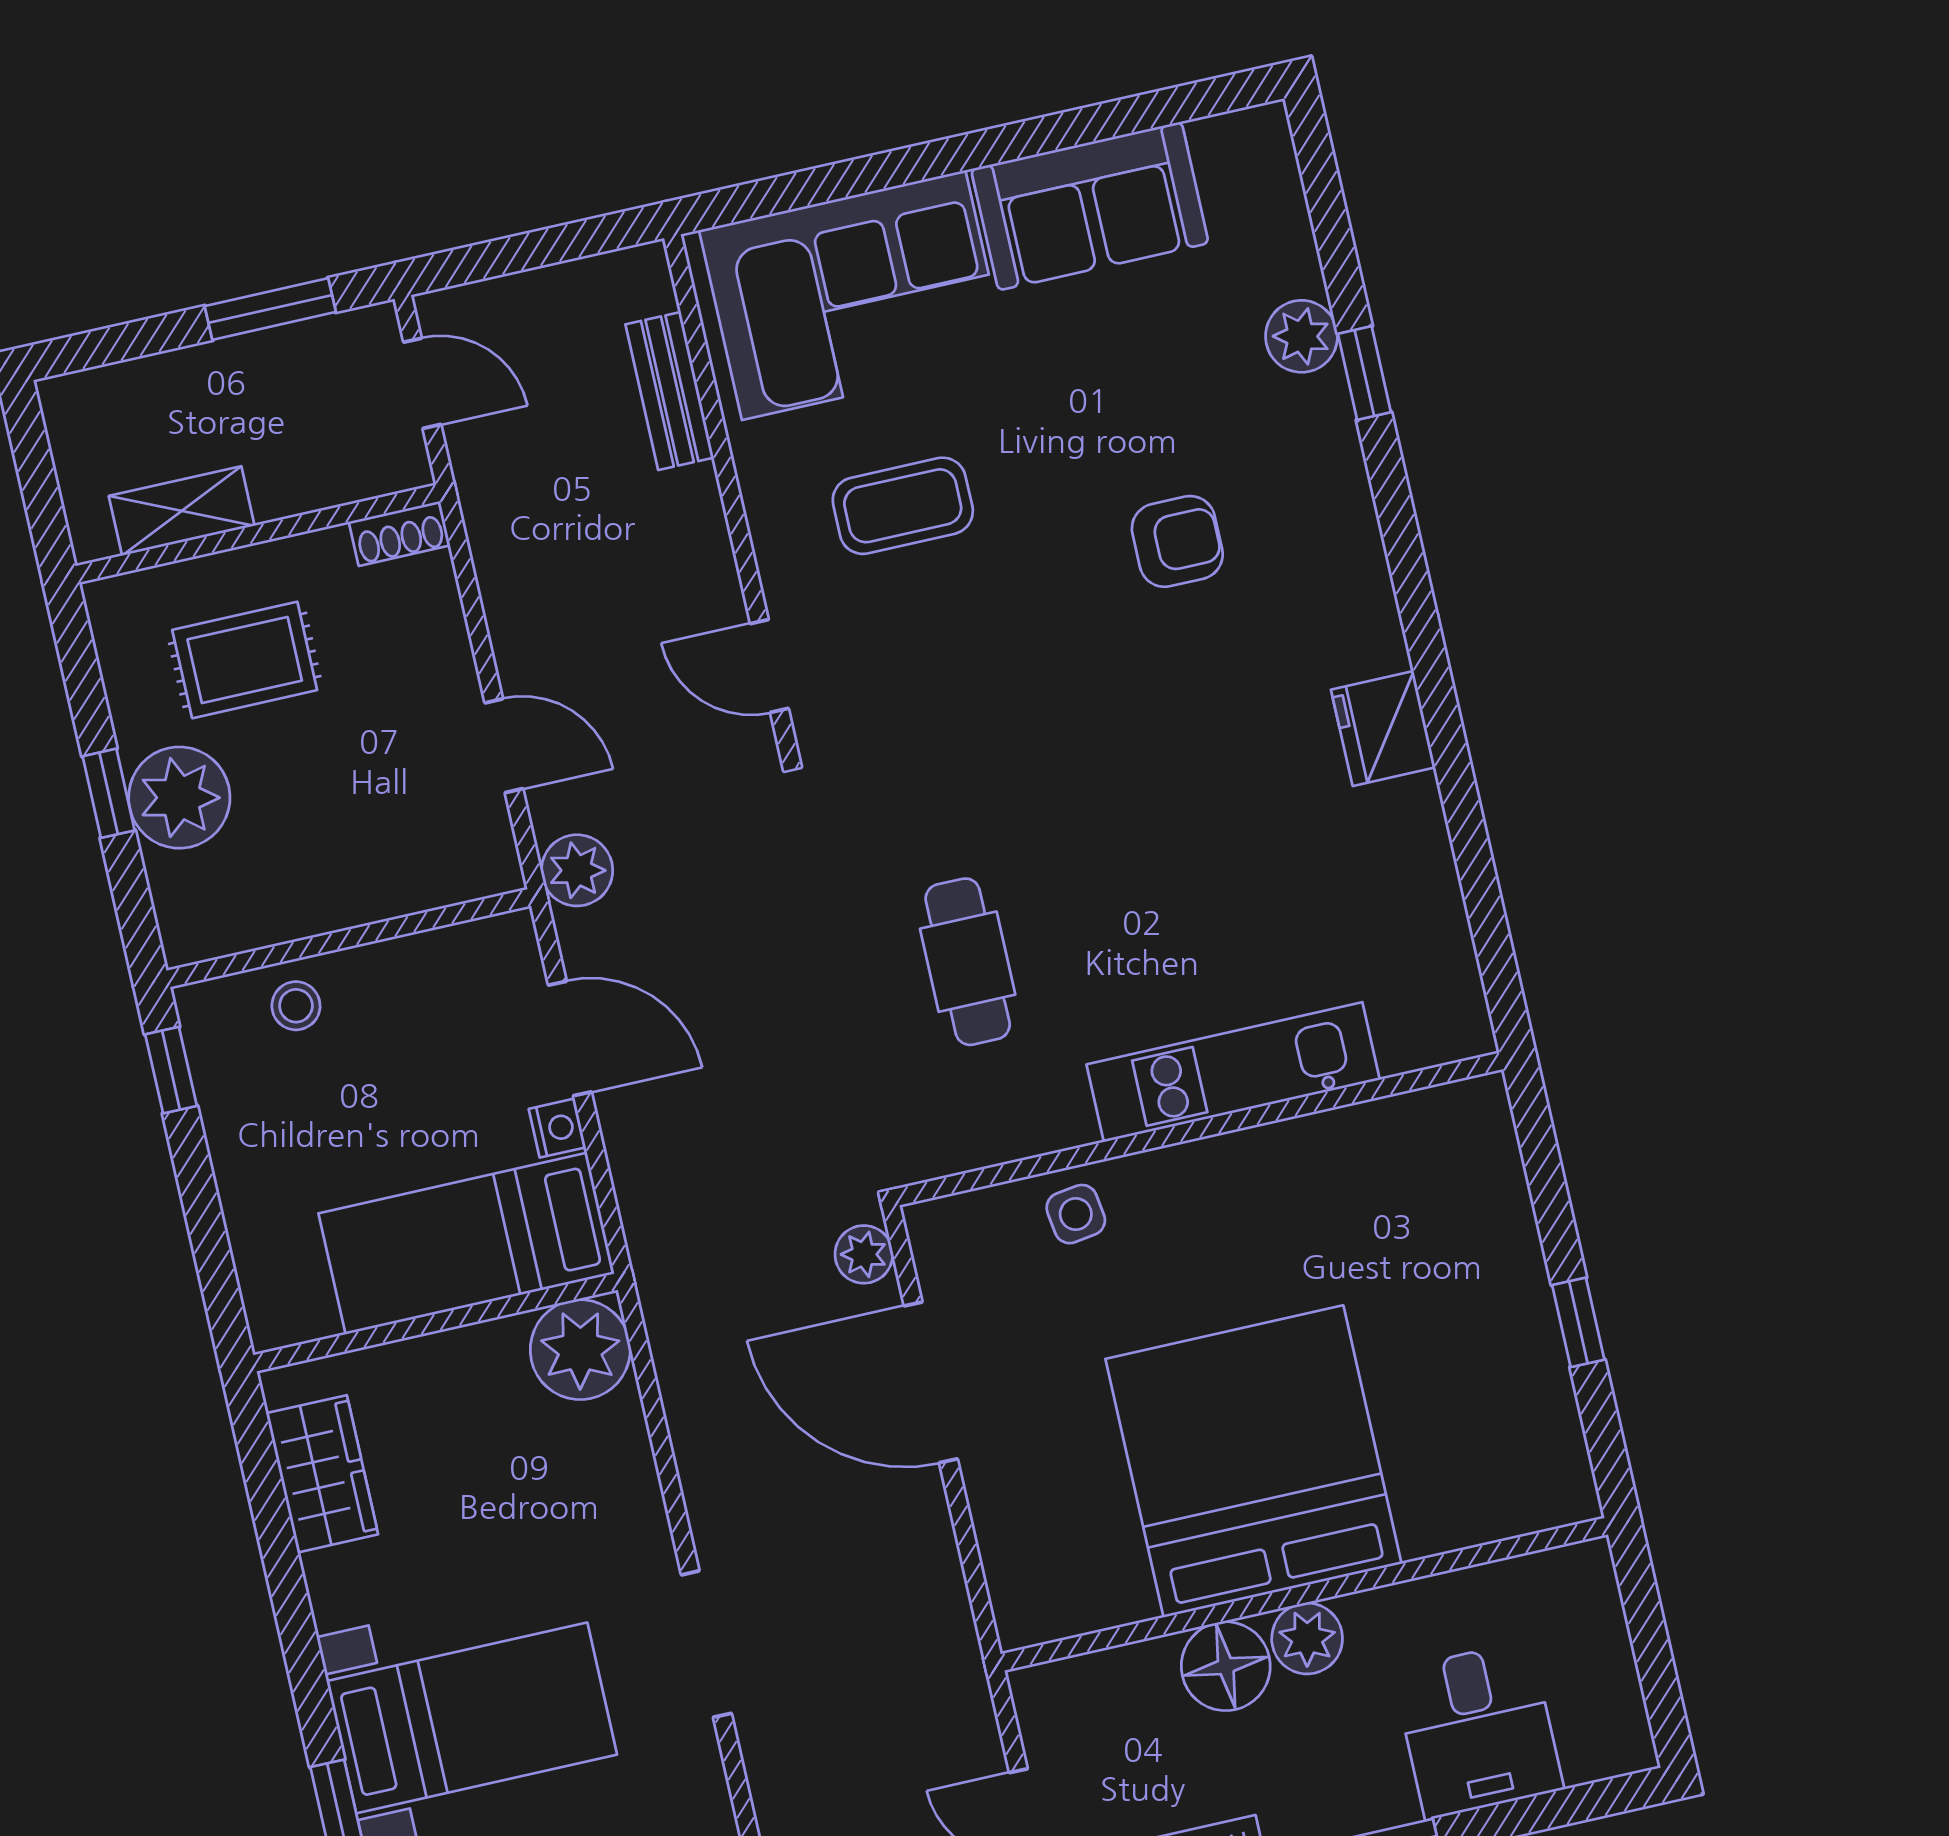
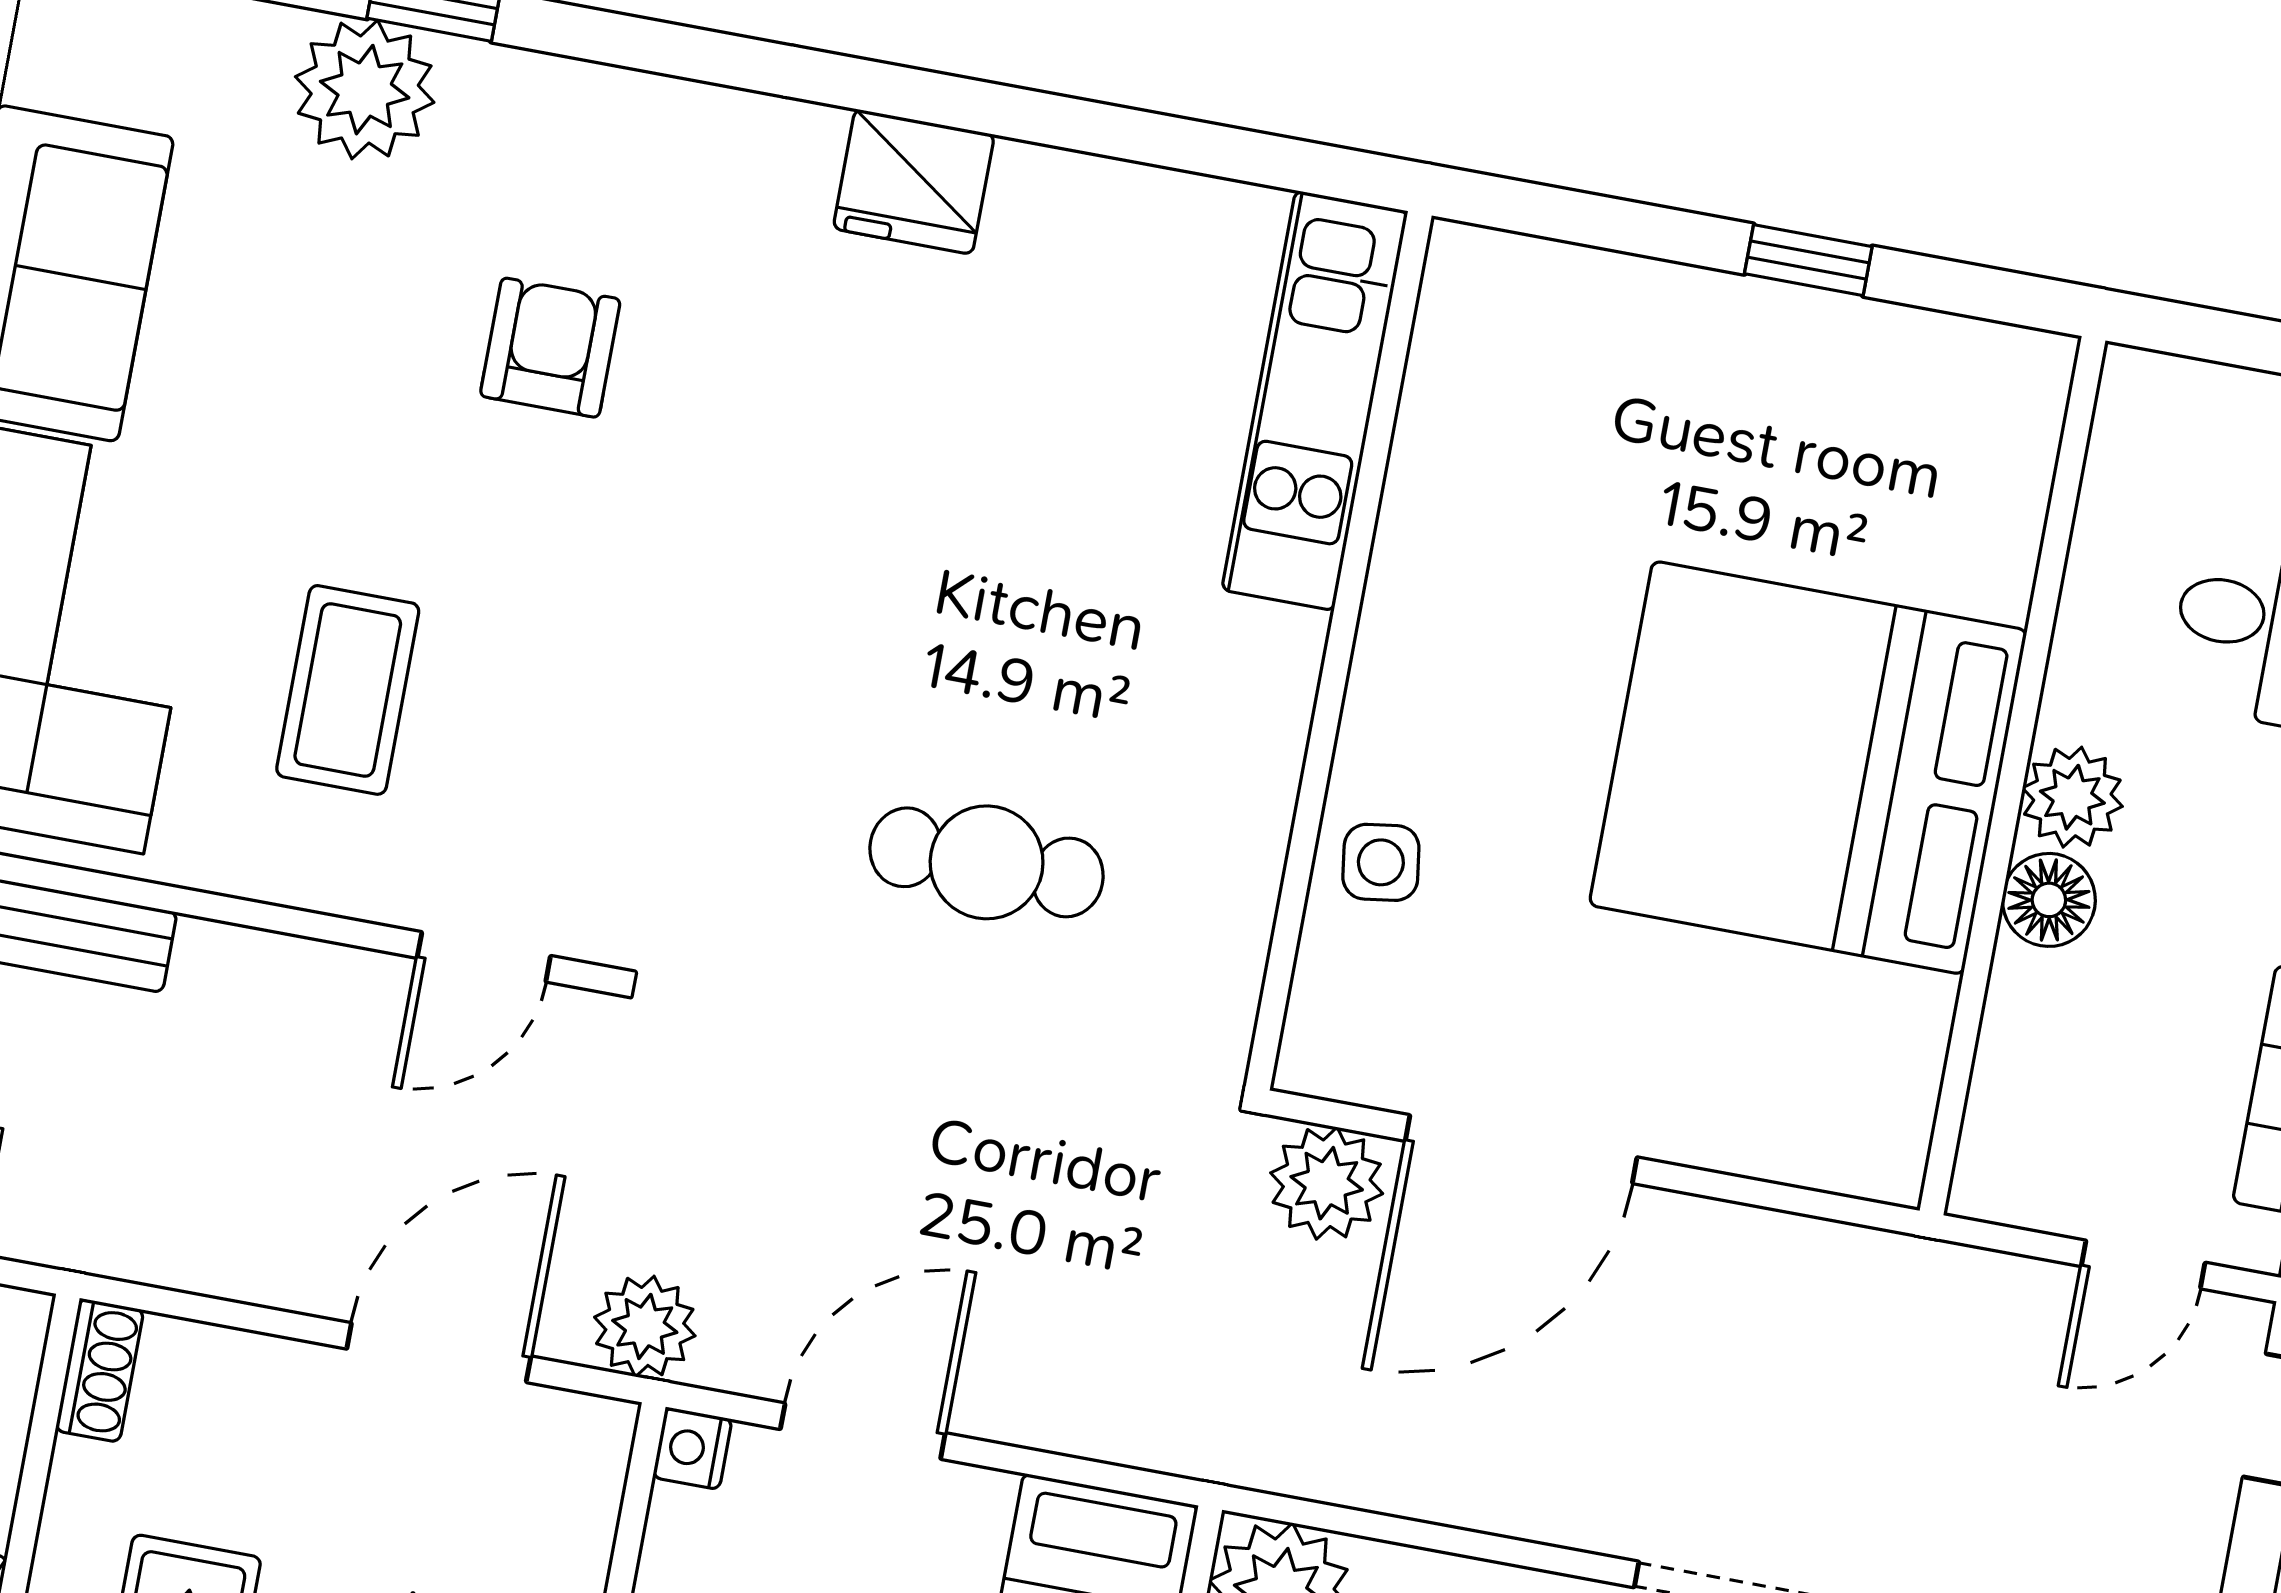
plant: (1301, 336) -> (365, 90), width x1.36, depth x1.36
door: (504, 746) -> (439, 1353), width x1.38
kitchen unit: (1233, 1072) -> (1315, 401), moved
nightstand: (557, 1128) -> (692, 1448), moved, turned -90
plant: (864, 1254) -> (1327, 1183), width x1.38, depth x1.38
floor lamp: (1226, 1666) -> (2049, 900), width x0.73, depth x0.73

